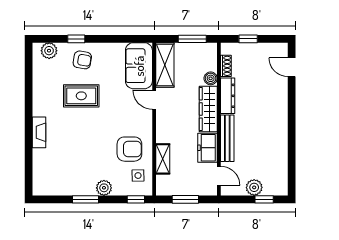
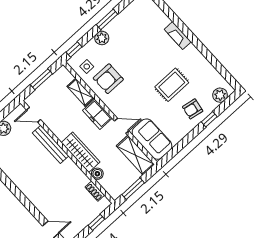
dresser: (228, 96) -> (76, 173), removed
freezer: (207, 148) -> (97, 114), moved, turned 180

